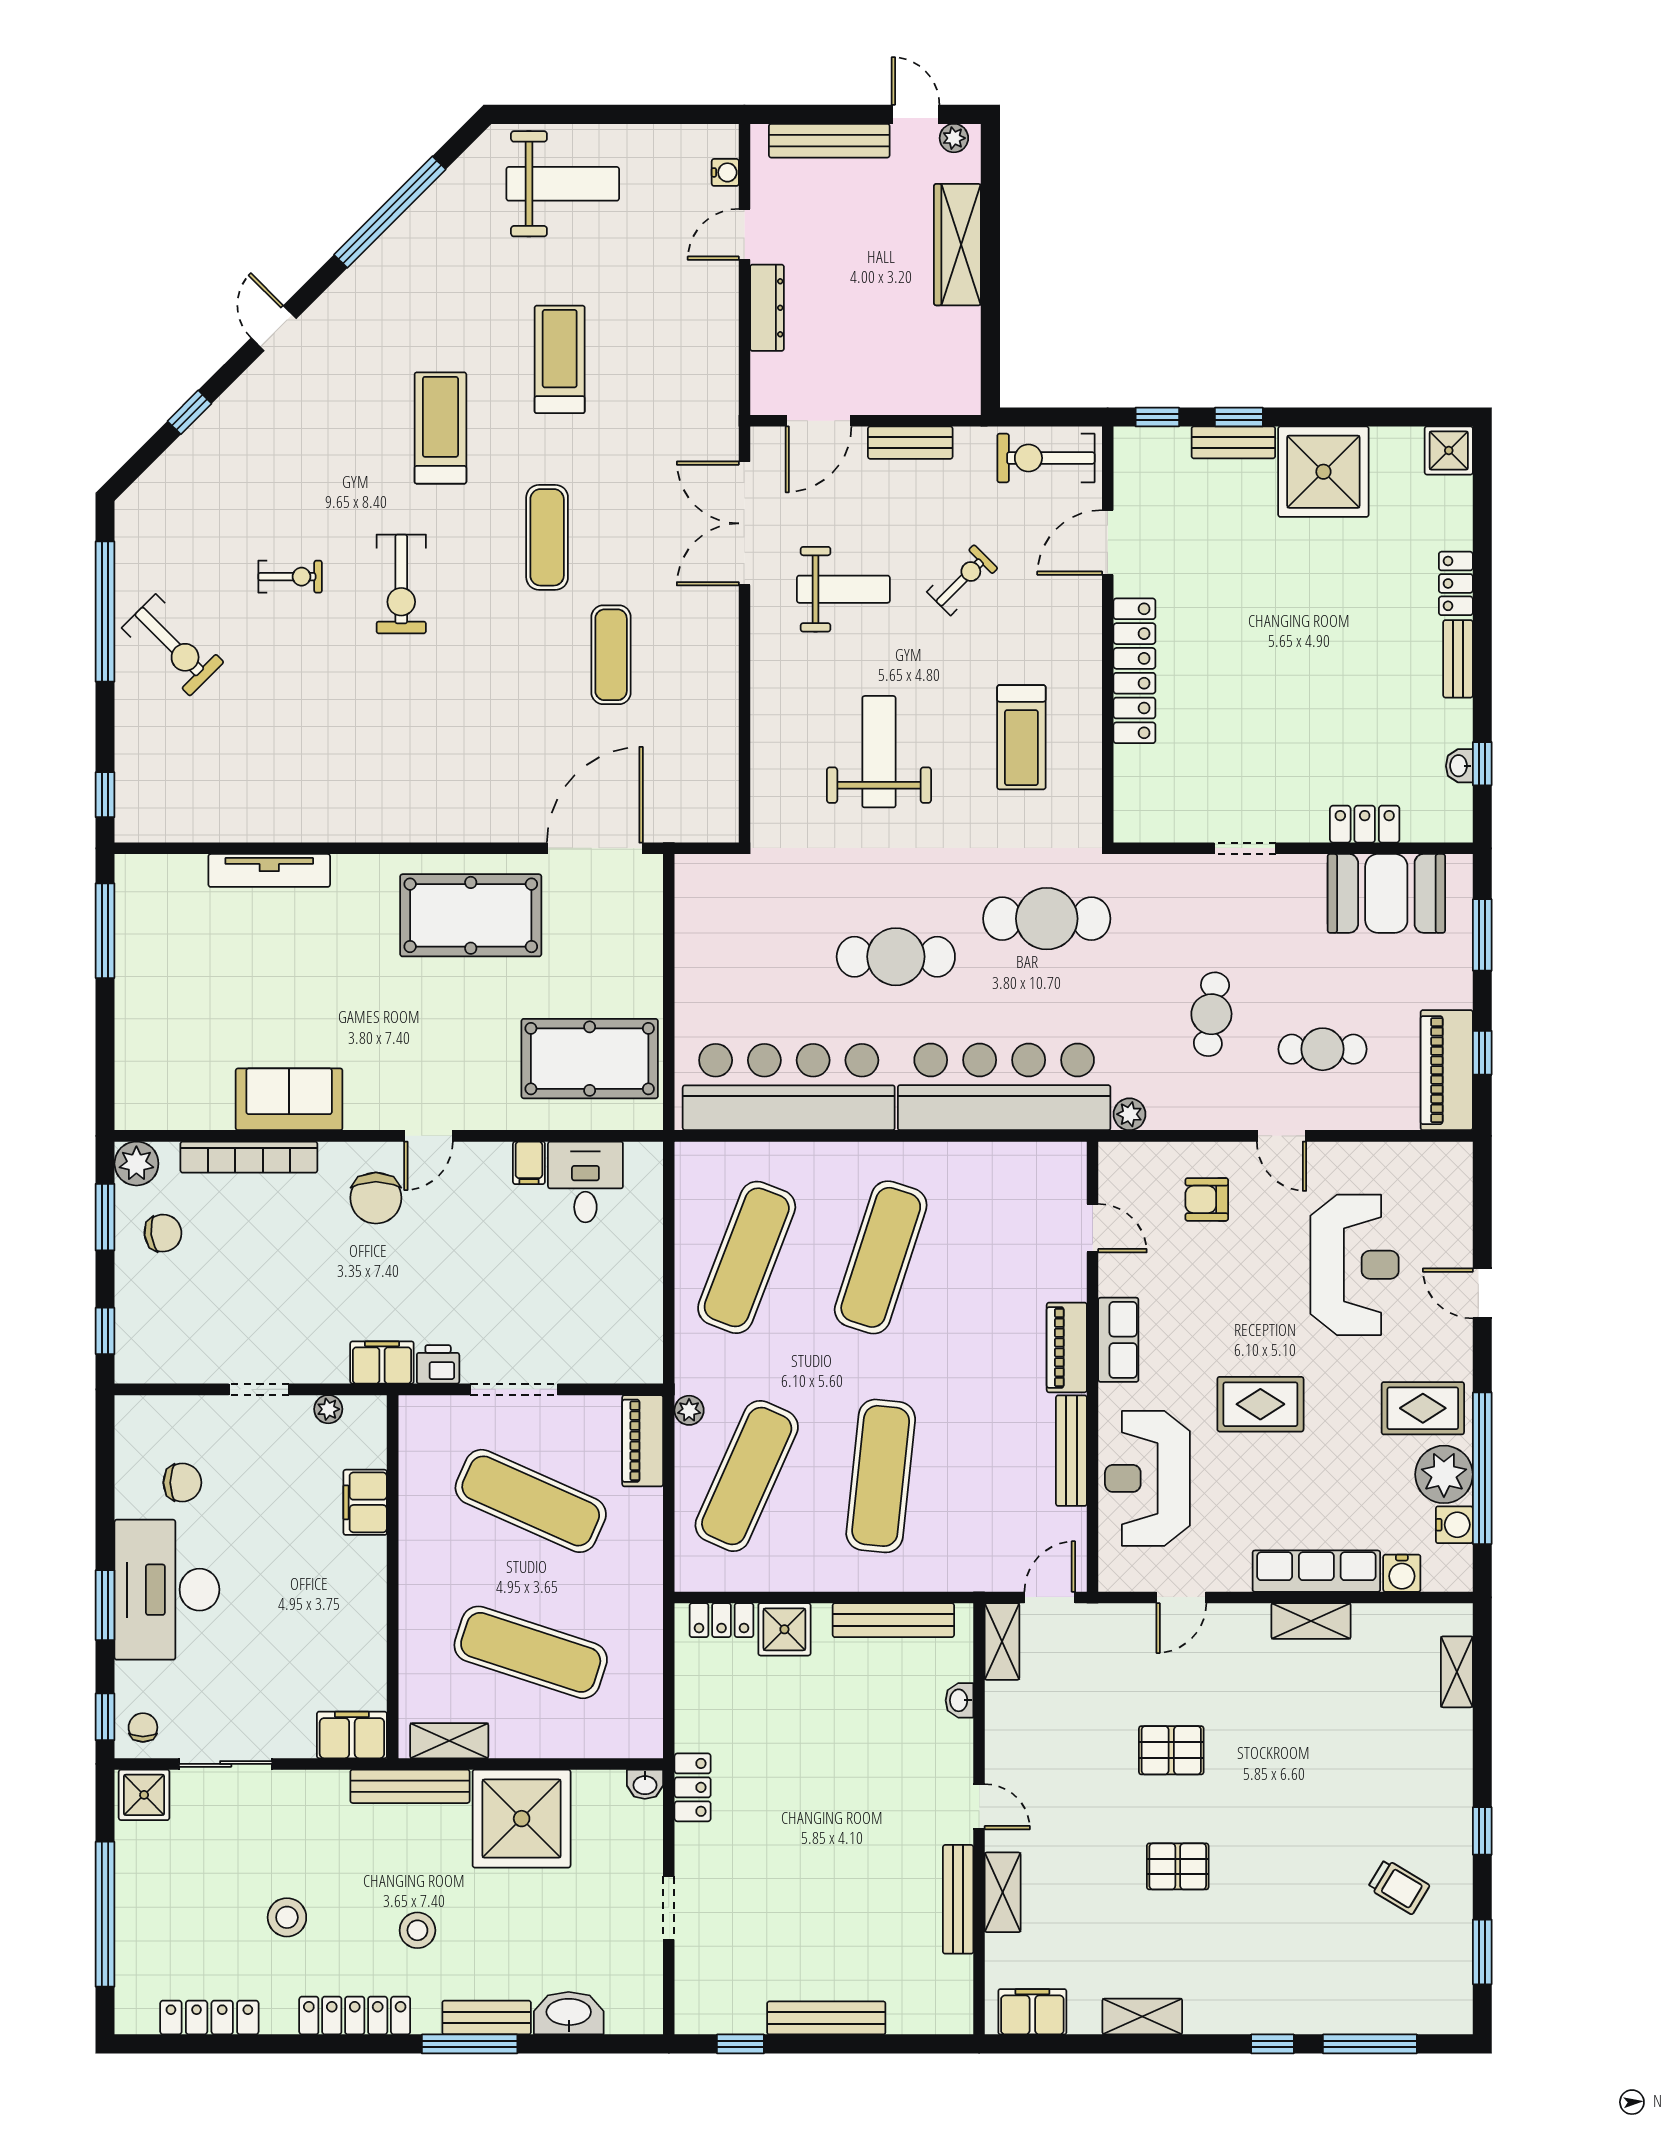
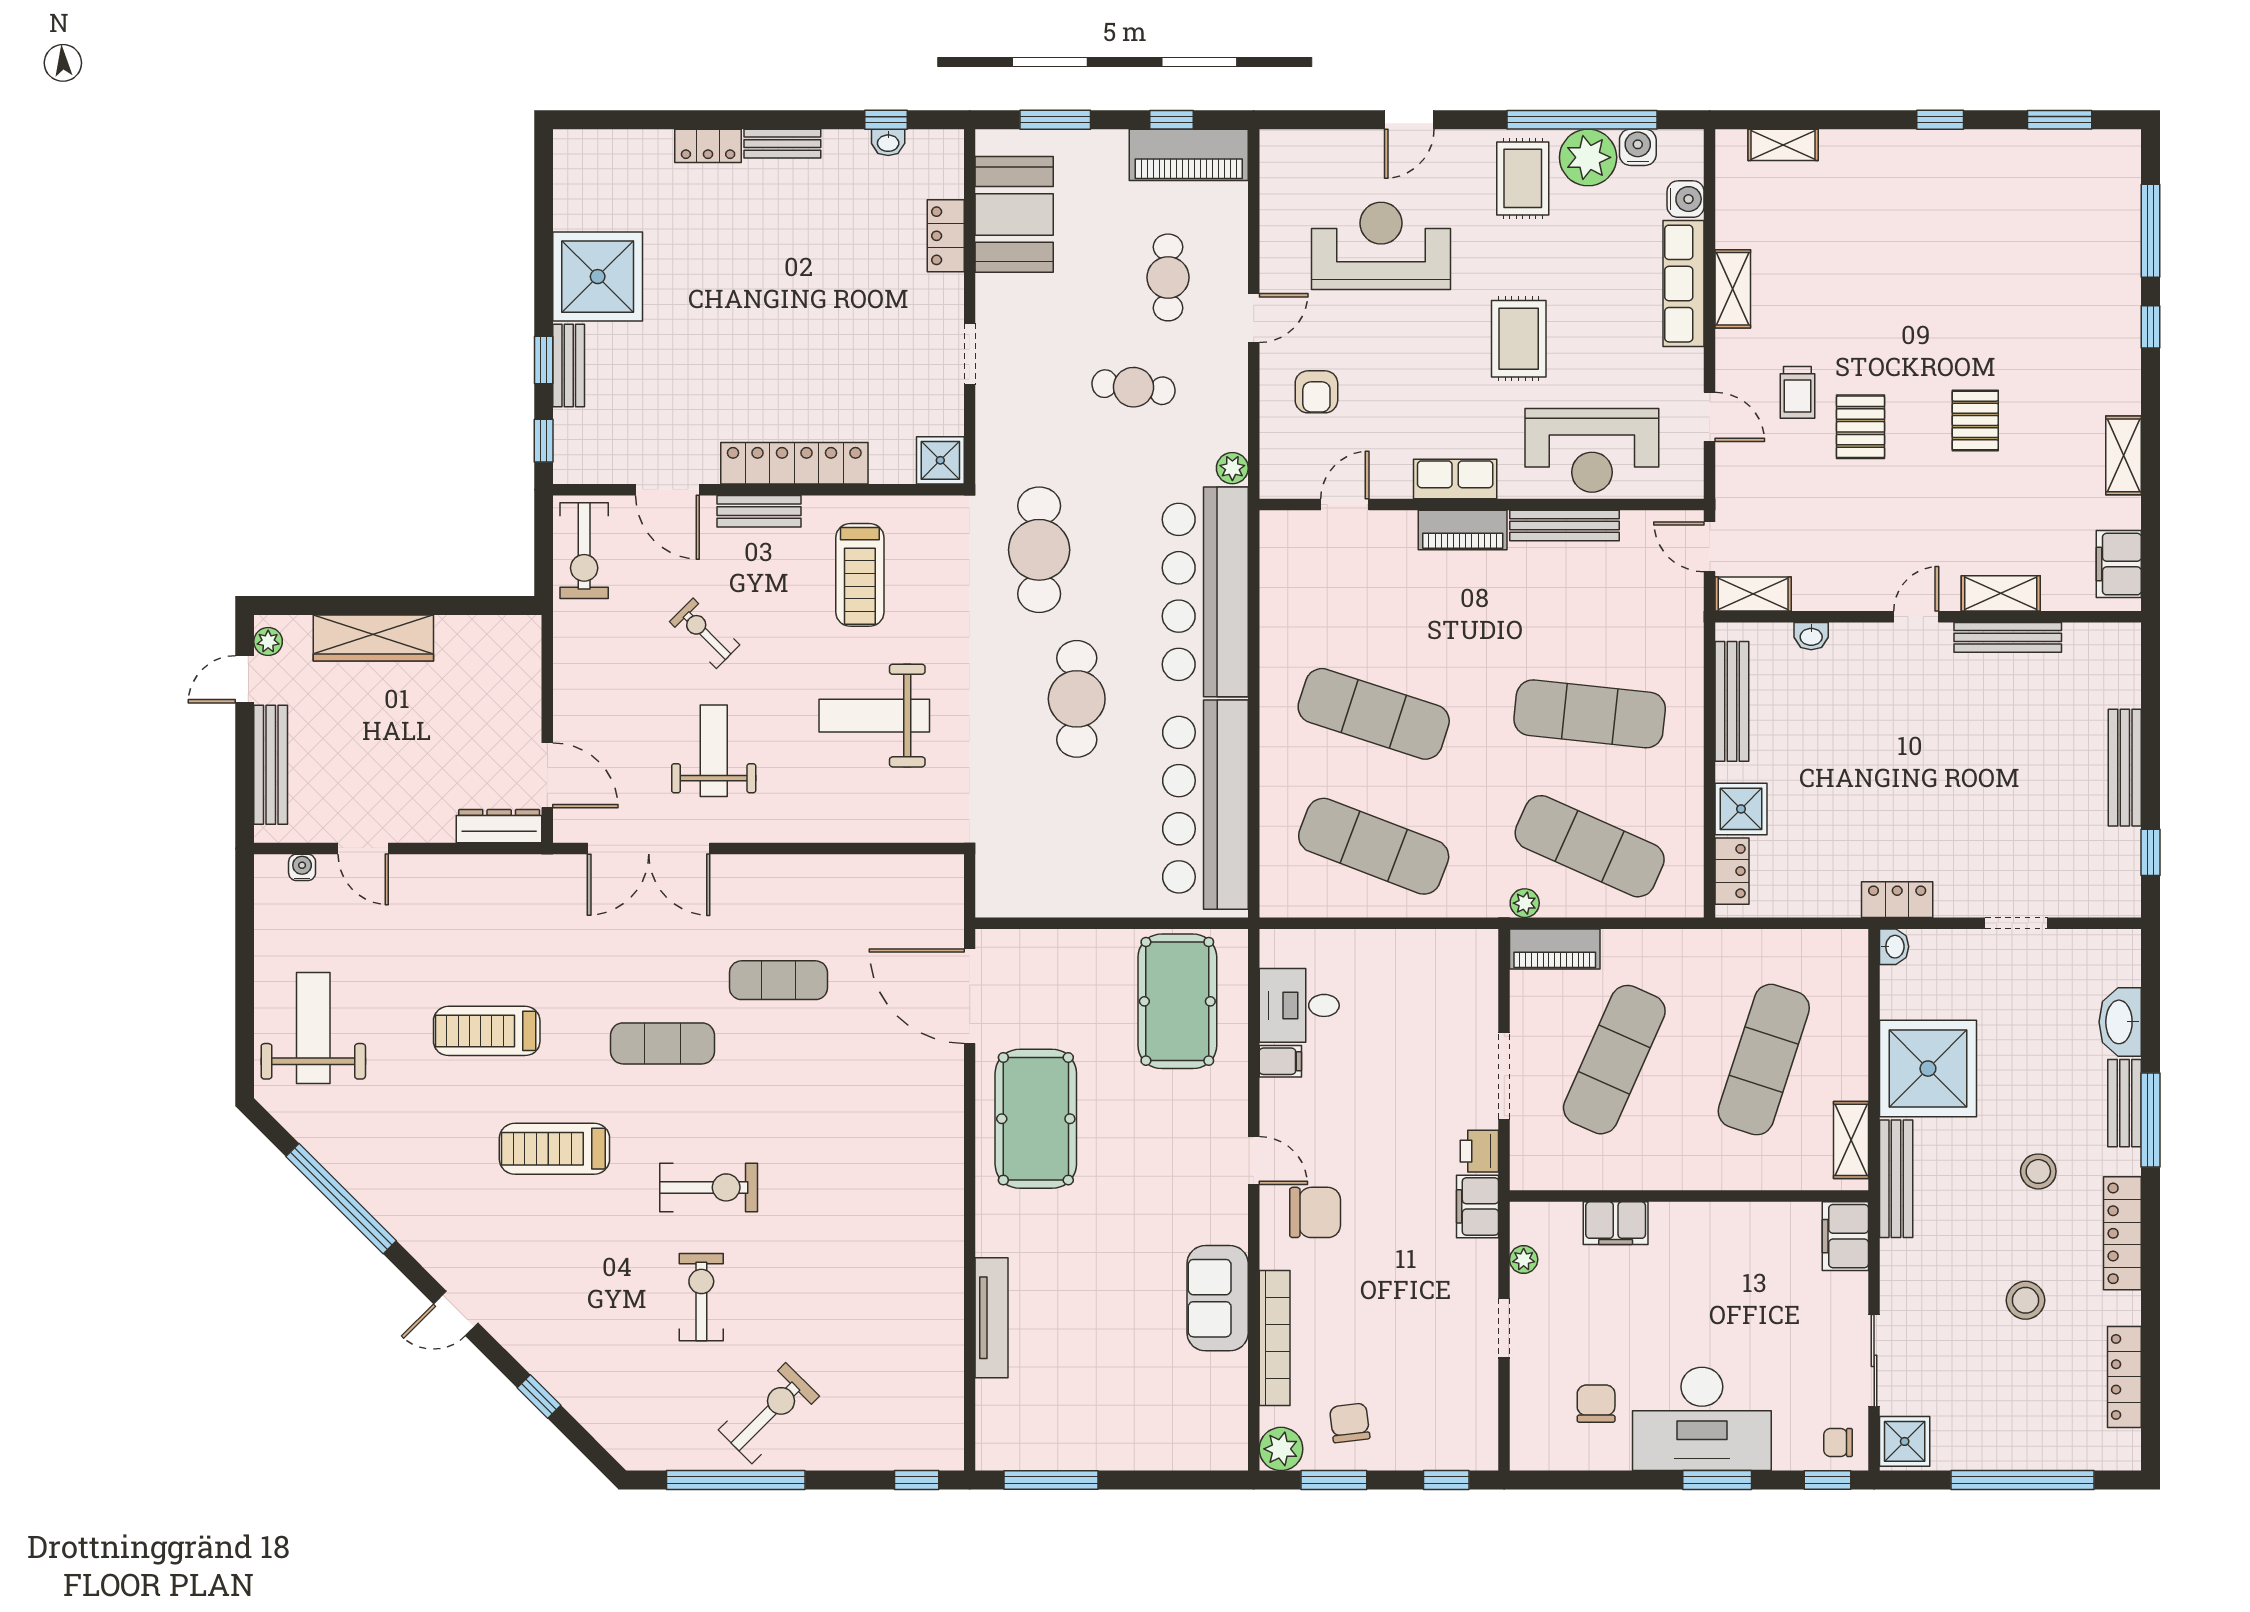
dresser: (767, 308) -> (499, 826), moved
bench: (910, 443) -> (759, 511), moved, turned 90
shower: (1449, 451) -> (940, 460), moved
exercise bike: (290, 577) -> (701, 1297), width x1.38, depth x1.39
treadmill: (1021, 737) -> (860, 575), turned 90
trolley: (1399, 1887) -> (1797, 392), moved, turned 149

